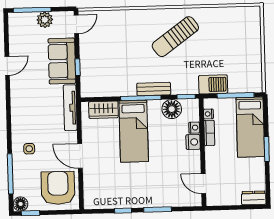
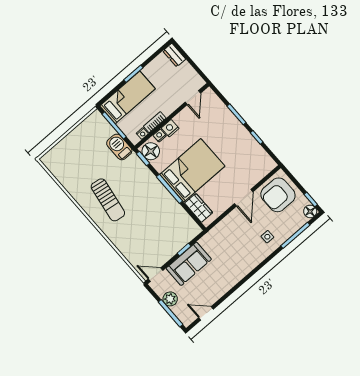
sun lounger: (175, 37) -> (108, 200), turned 45
door: (7, 66) -> (206, 313), moved
bench: (154, 89) -> (156, 185), removed
tv unit: (70, 108) -> (216, 232), removed
floor lamp: (172, 109) -> (151, 151), moved
bed: (134, 131) -> (192, 170), width x1.50

